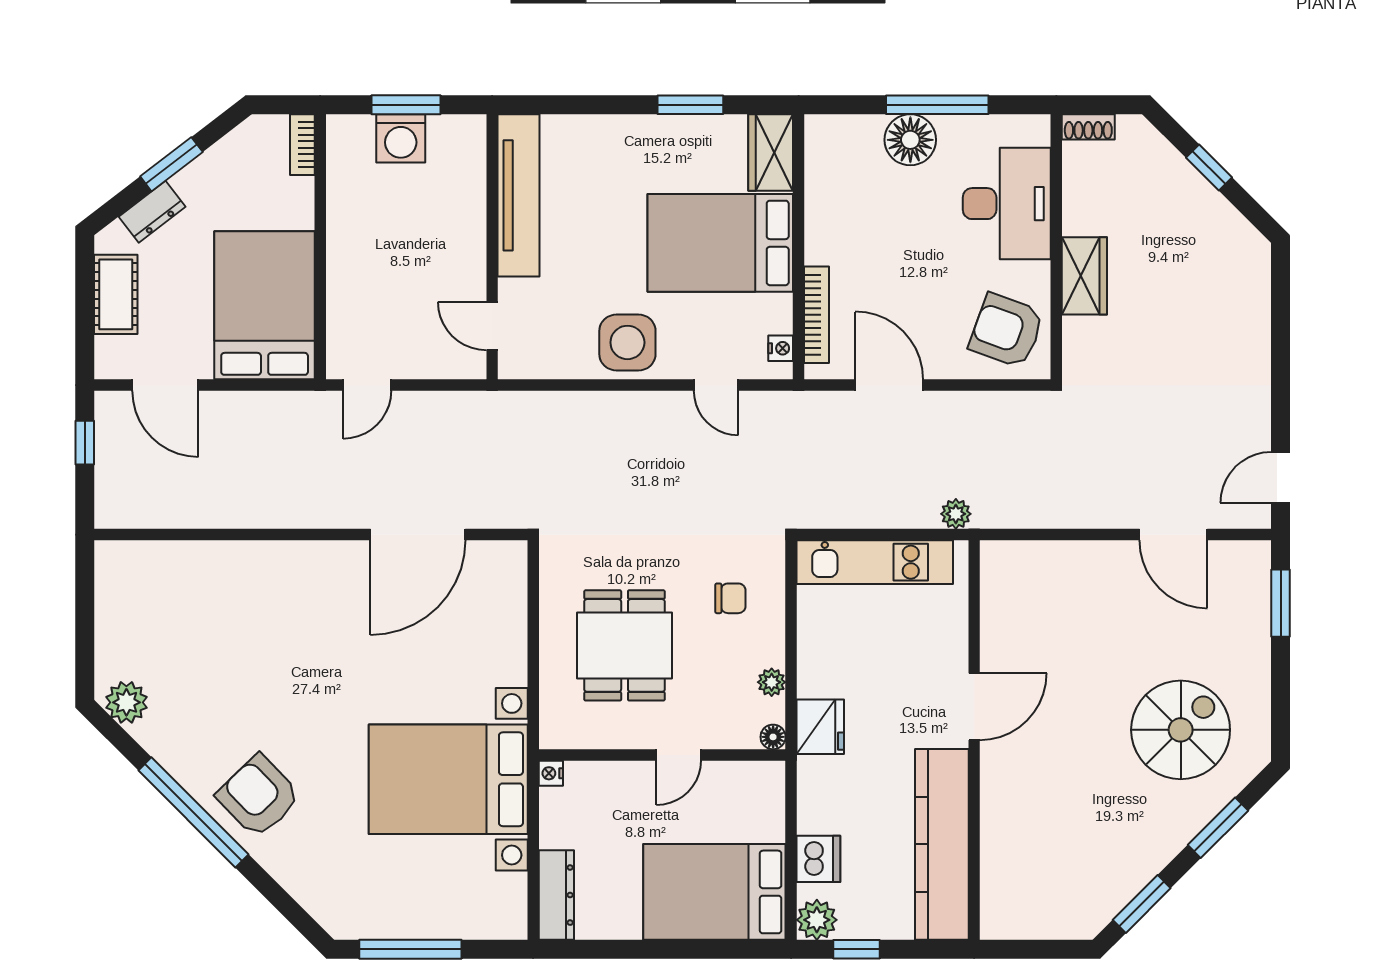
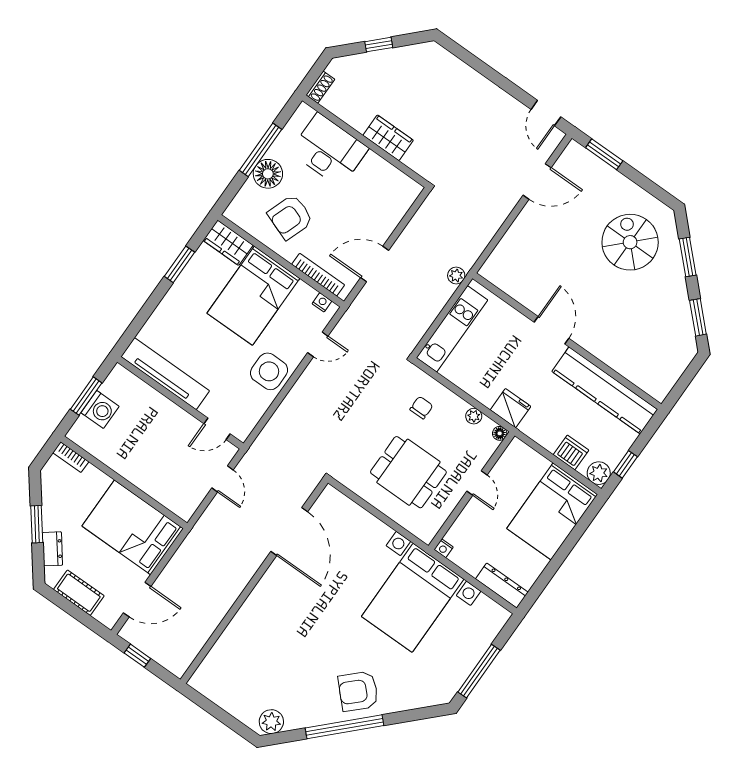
armchair: (1007, 331) -> (290, 217), moved
door: (367, 385) -> (223, 479), moved

